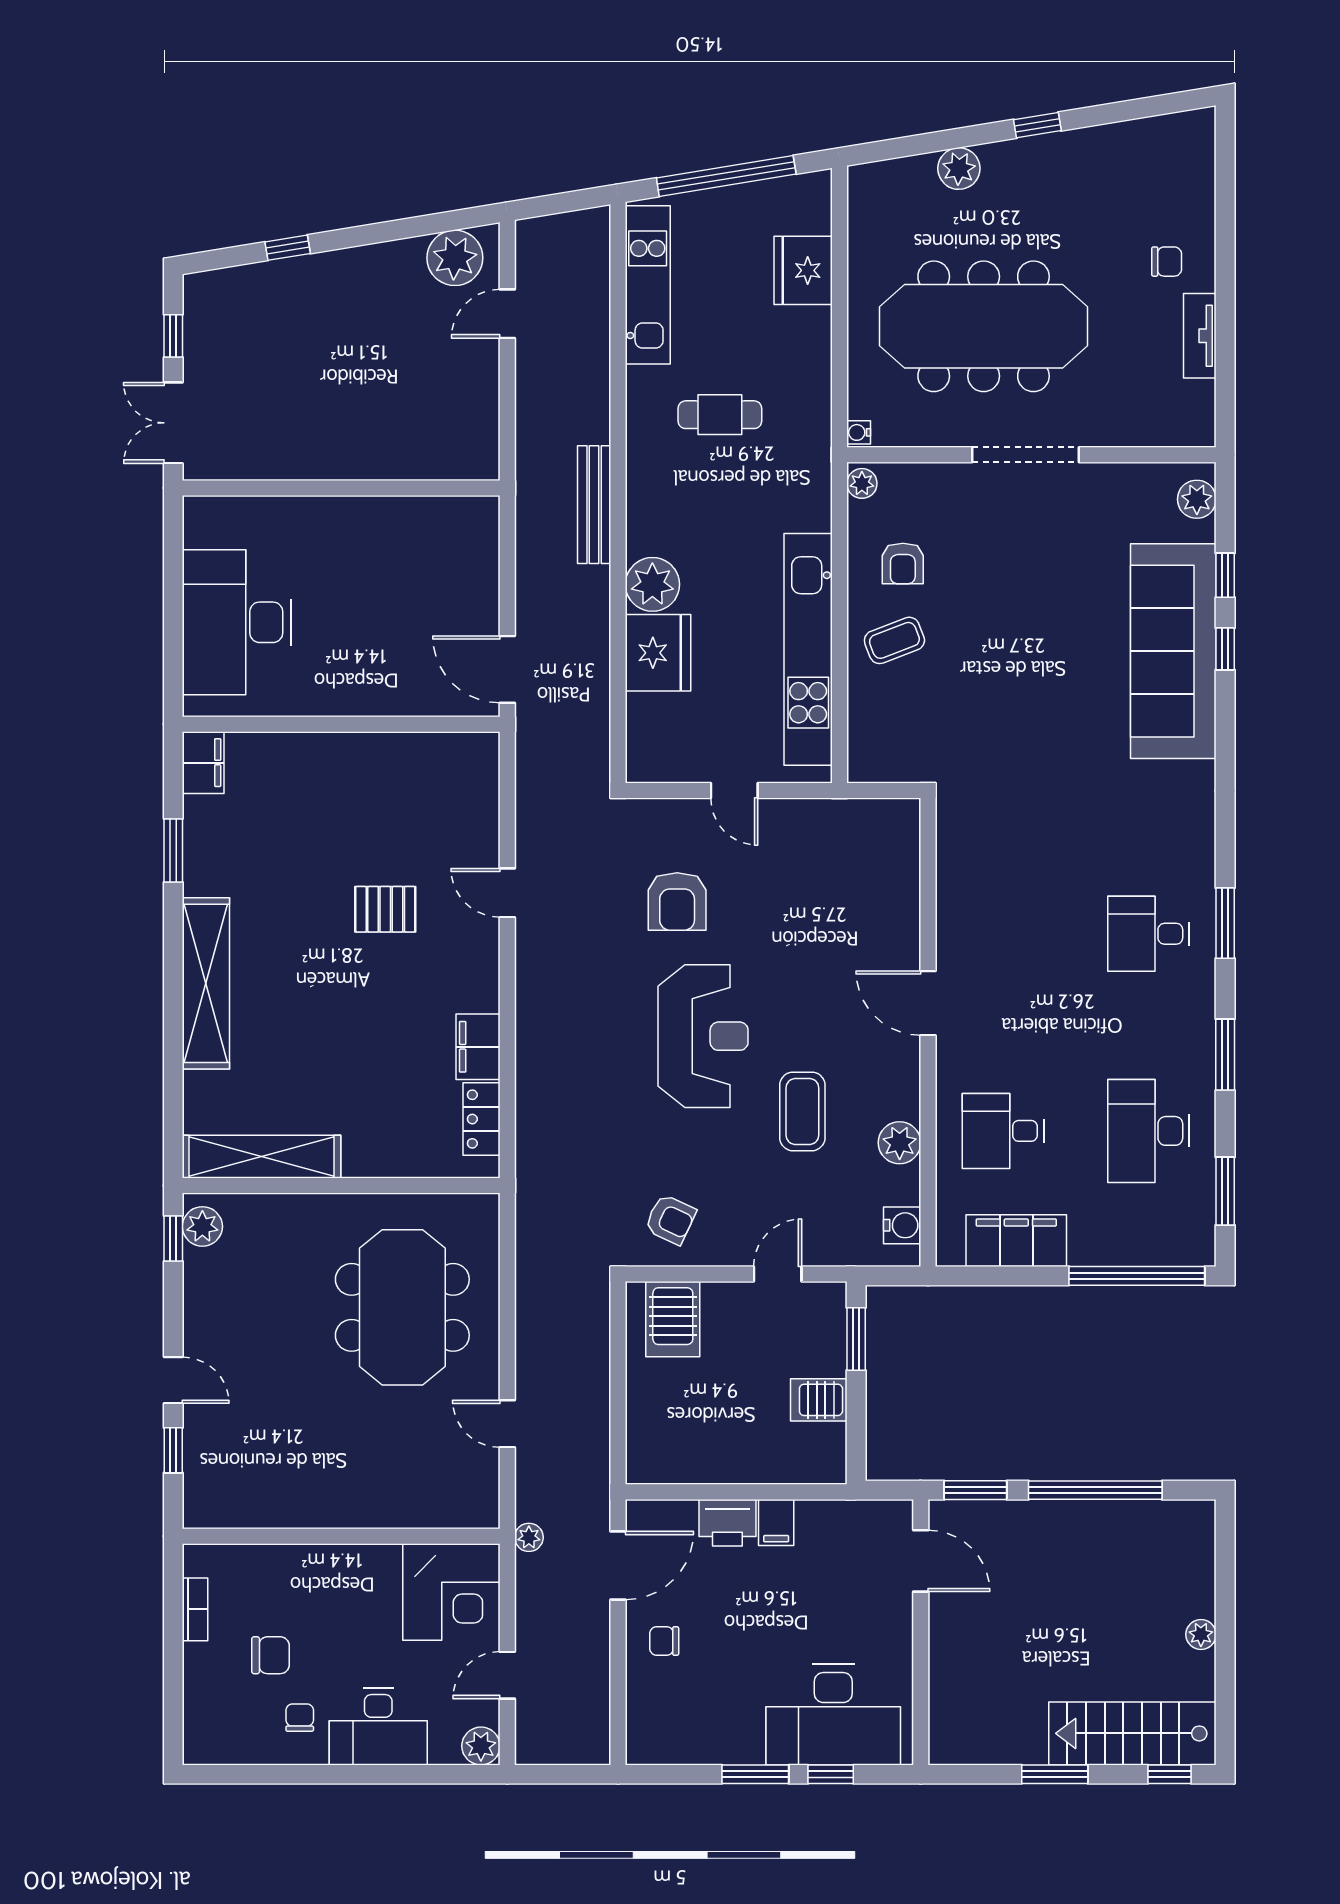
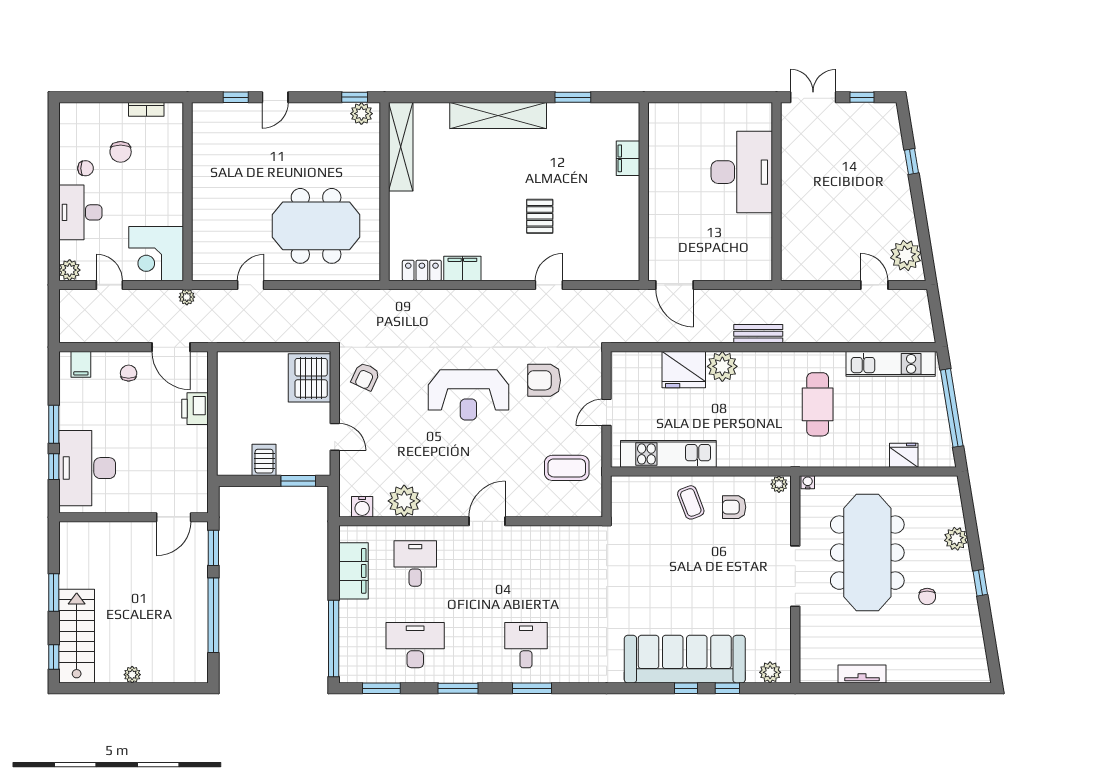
chair: (1167, 262) -> (927, 597), moved
fridge: (803, 270) -> (904, 455), width x0.73, depth x0.75
cafe table: (720, 415) -> (818, 404), width x1.37, depth x1.35
bench: (594, 505) -> (758, 334), width x0.73
desk: (237, 622) -> (742, 172), moved, turned 90
kitchen unit: (808, 649) -> (668, 454), width x0.73
door: (507, 669) -> (675, 285), swing flipped
filing cabinet: (203, 763) -> (628, 158), moved, turned 90
coffee table: (802, 1111) -> (567, 468), moved
plant: (900, 1143) -> (404, 501), width x1.36, depth x1.36
server rack: (673, 1319) -> (309, 378), width x1.60
filing cabinet: (776, 1522) -> (81, 364), moved, turned -90

